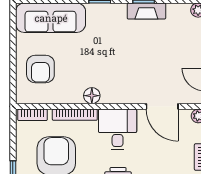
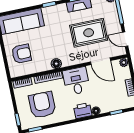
rug: (153, 58) -> (89, 33), added
armchair: (40, 69) -> (22, 54), turned -90

